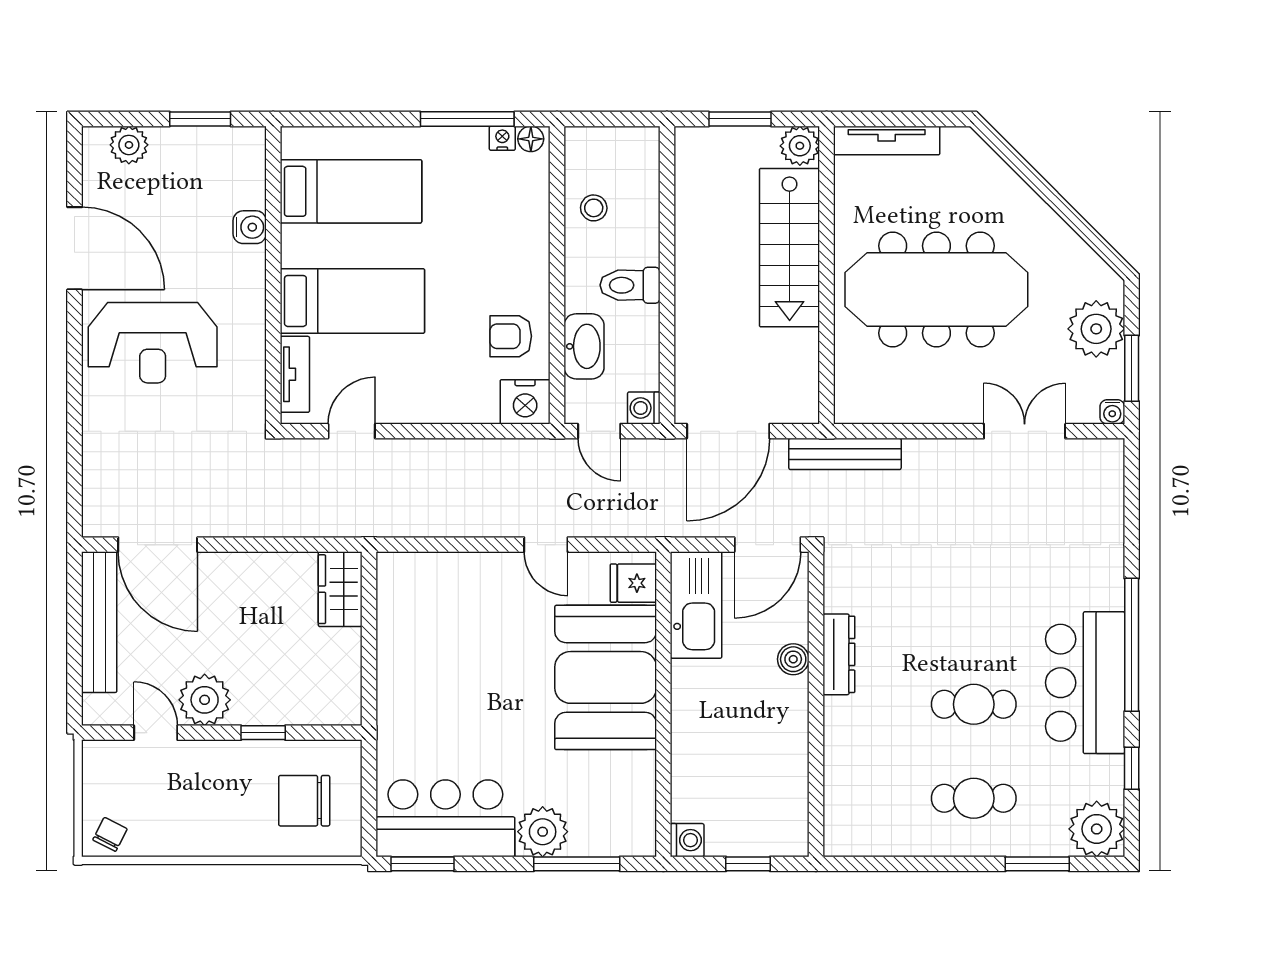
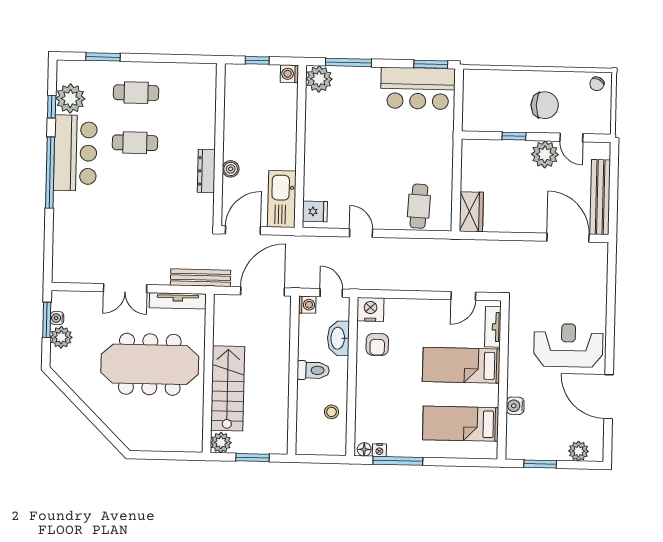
tv unit: (887, 140) -> (178, 301), moved, turned 180
plant: (1096, 329) -> (61, 337), width x0.73, depth x0.73
armchair: (511, 336) -> (377, 345), turned 90
water cooler: (1112, 412) -> (57, 318), moved, turned -90
double door: (1025, 431) -> (125, 288), moved
cafe table: (439, 597) -> (419, 206), added
booth: (606, 677) -> (331, 161), removed
chair: (304, 801) -> (545, 105), moved
plant: (1097, 829) -> (70, 99), moved
plant: (543, 832) -> (319, 79), moved

